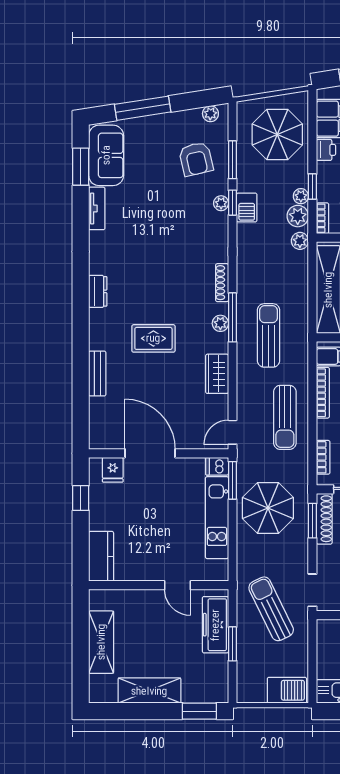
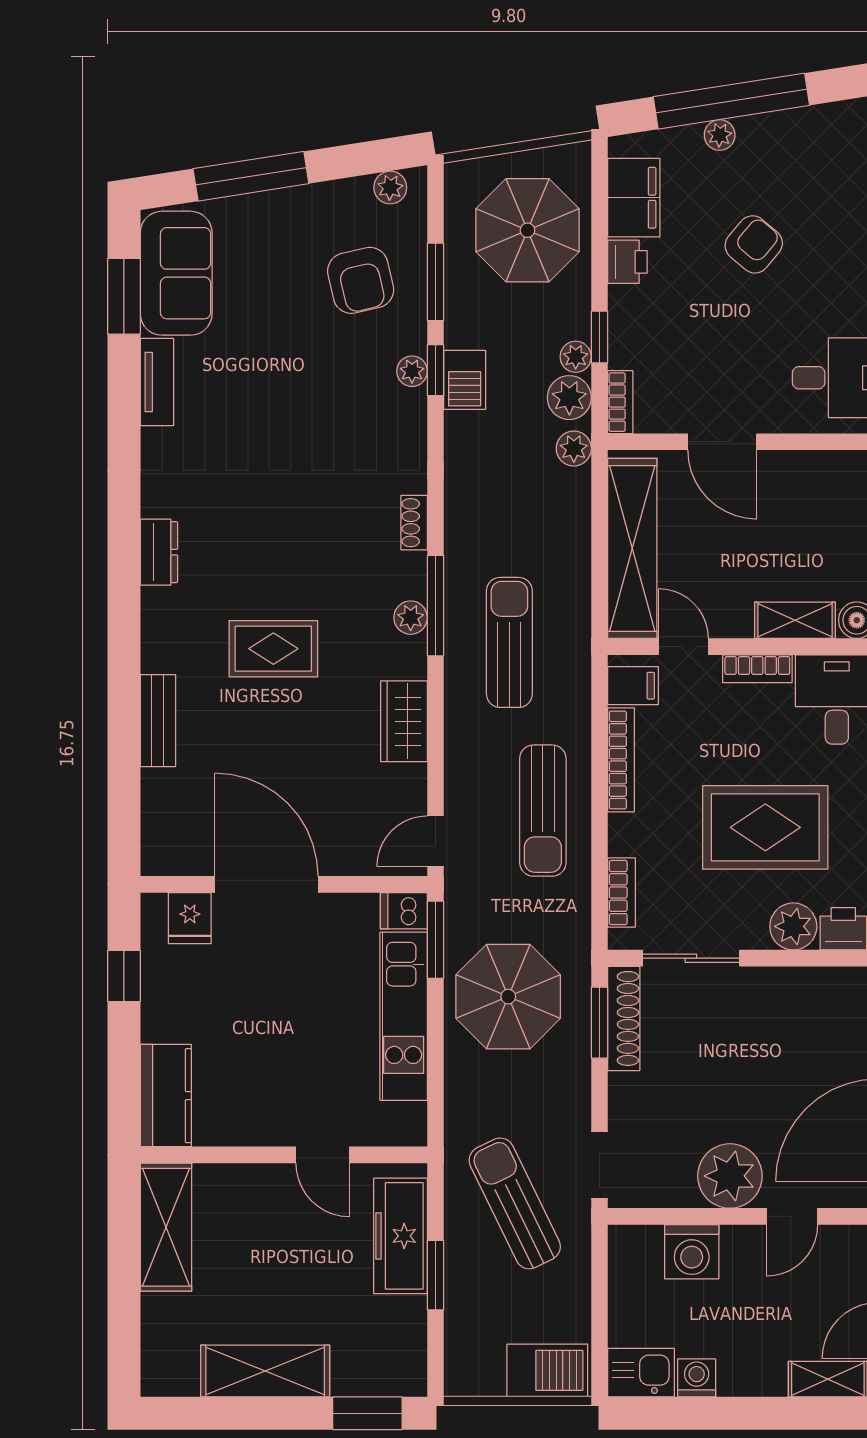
shoe rack: (222, 283) -> (414, 523), width x0.70
shelving: (101, 642) -> (166, 1227), moved

